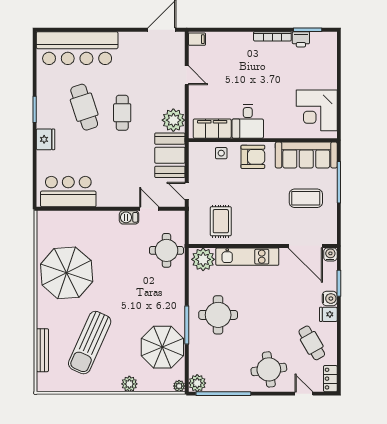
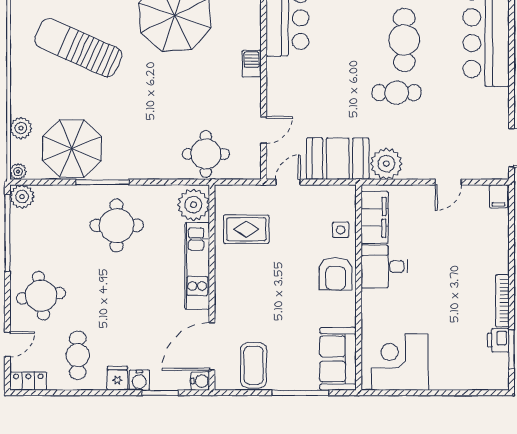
cafe table: (84, 107) -> (404, 40), turned -72
sofa: (306, 155) -> (338, 359), width x0.73
coffee table: (306, 198) -> (254, 365), moved
barbecue: (129, 217) -> (252, 64), moved
cafe table: (312, 343) -> (78, 355), turned -60
plant: (129, 384) -> (21, 128), moved

